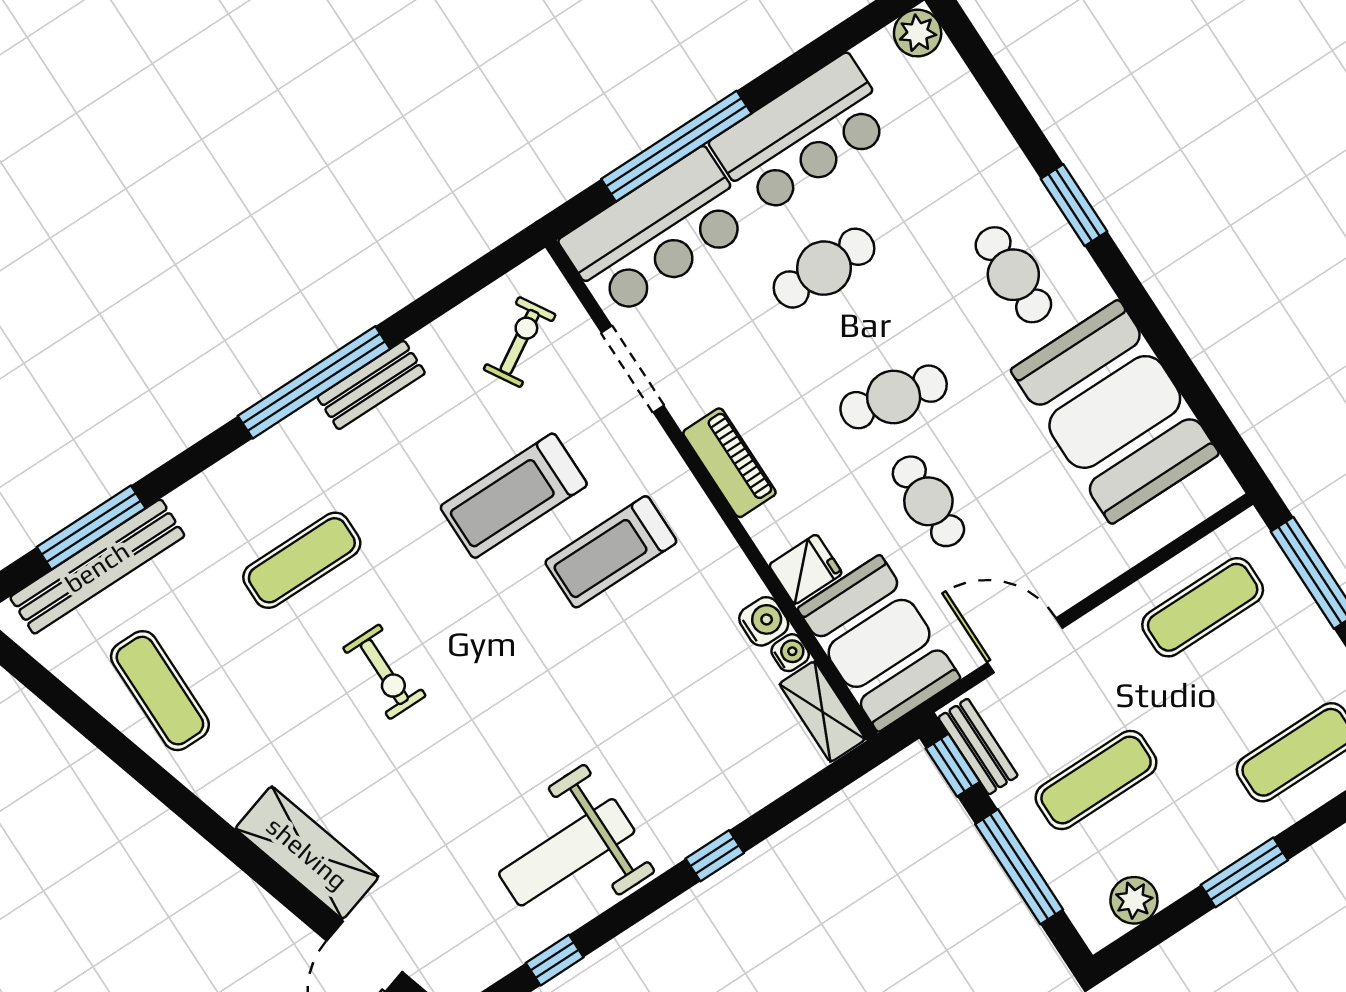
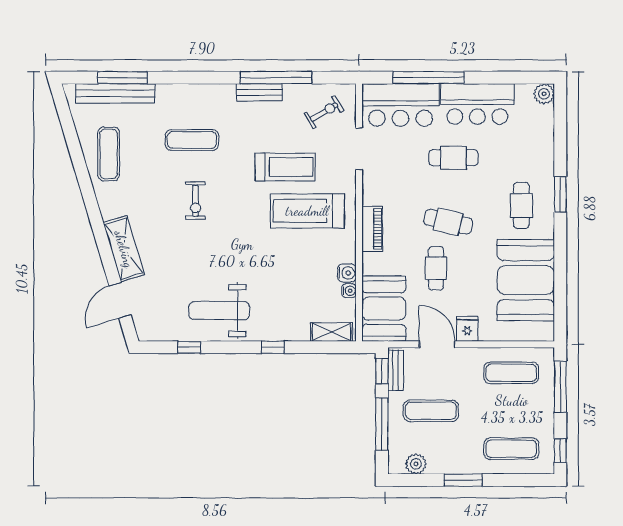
window: (314, 382) -> (276, 78), moved
piano: (729, 463) -> (372, 229), moved
treadmill: (514, 496) -> (285, 167), turned 180
treadmill: (611, 552) -> (307, 211), width x1.37, depth x1.38
fridge: (806, 569) -> (467, 329), moved, turned -90
shelving: (822, 712) -> (332, 332), moved, turned 90

